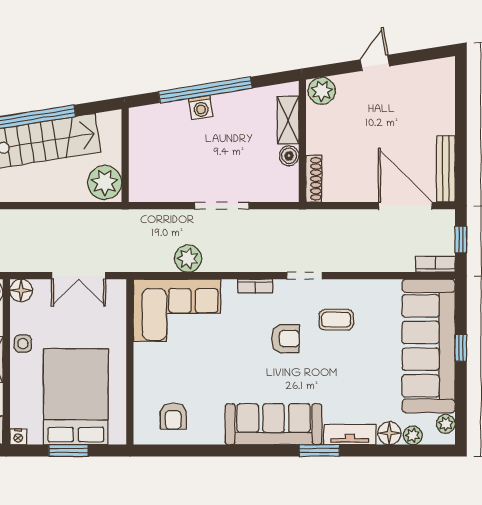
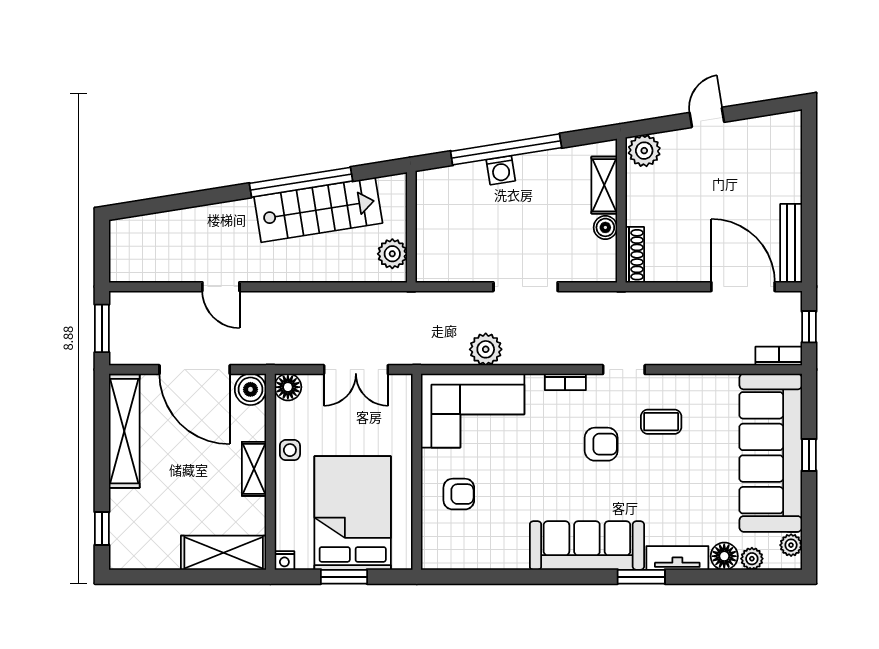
plant: (105, 182) -> (392, 254), width x0.73, depth x0.73
armchair: (173, 416) -> (459, 494), moved, turned -90

